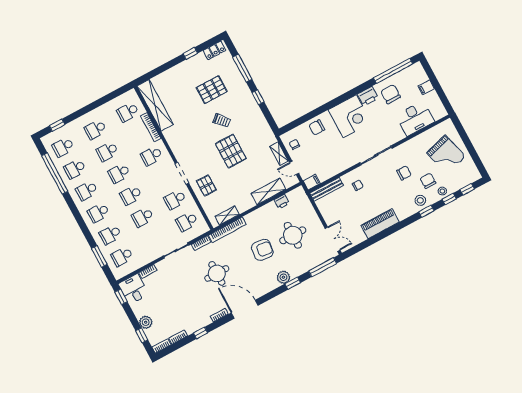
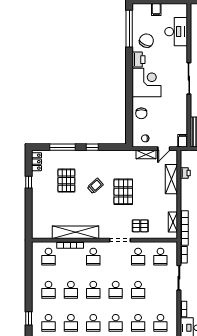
chair: (391, 94) -> (146, 41), turned 115
shelving: (155, 105) -> (75, 232), moved
pallet: (231, 151) -> (123, 192), turned 90

